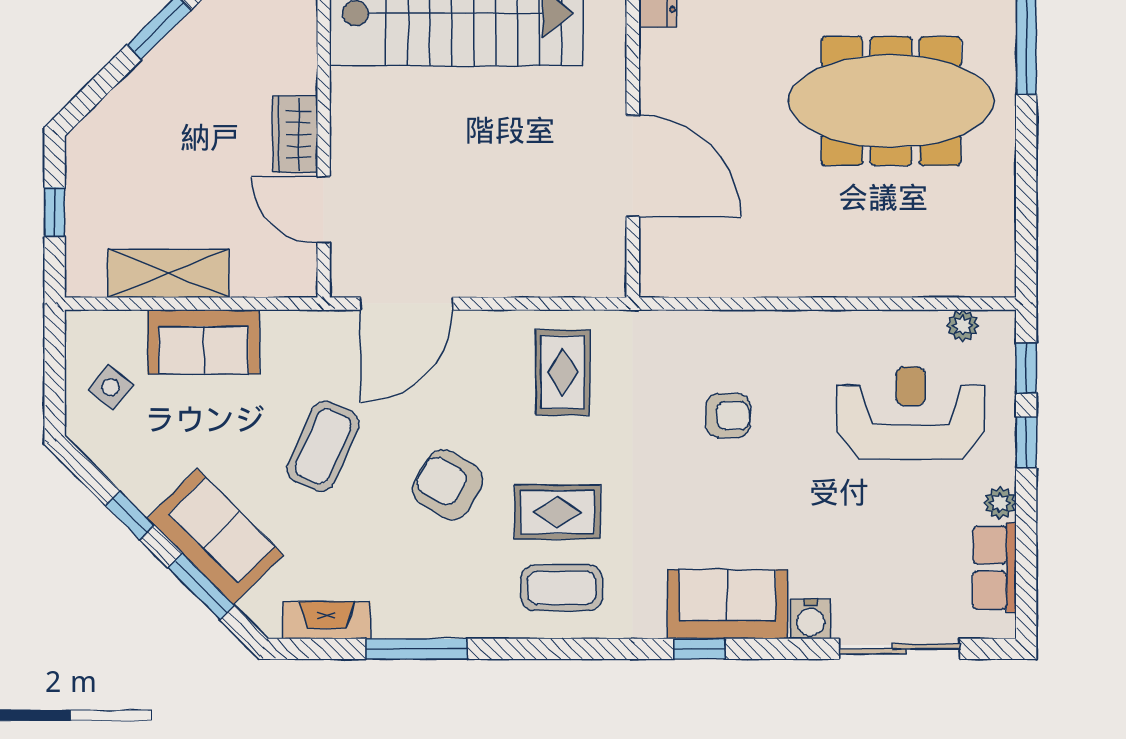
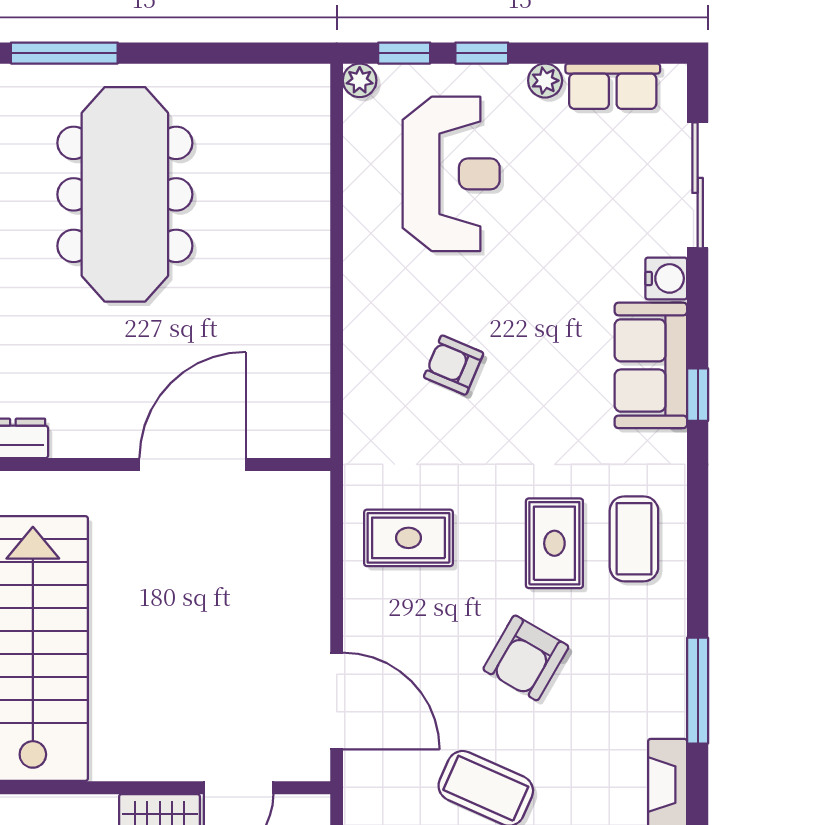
plant: (963, 326) -> (360, 80), moved
reception desk: (911, 413) -> (451, 174), turned 180
armchair: (728, 415) -> (454, 365), turned -67

